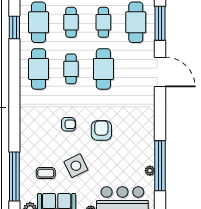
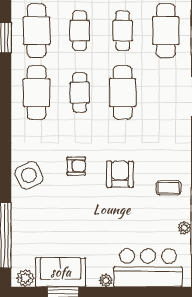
side table: (76, 166) -> (29, 175), moved
coffee table: (46, 173) -> (169, 188), moved

